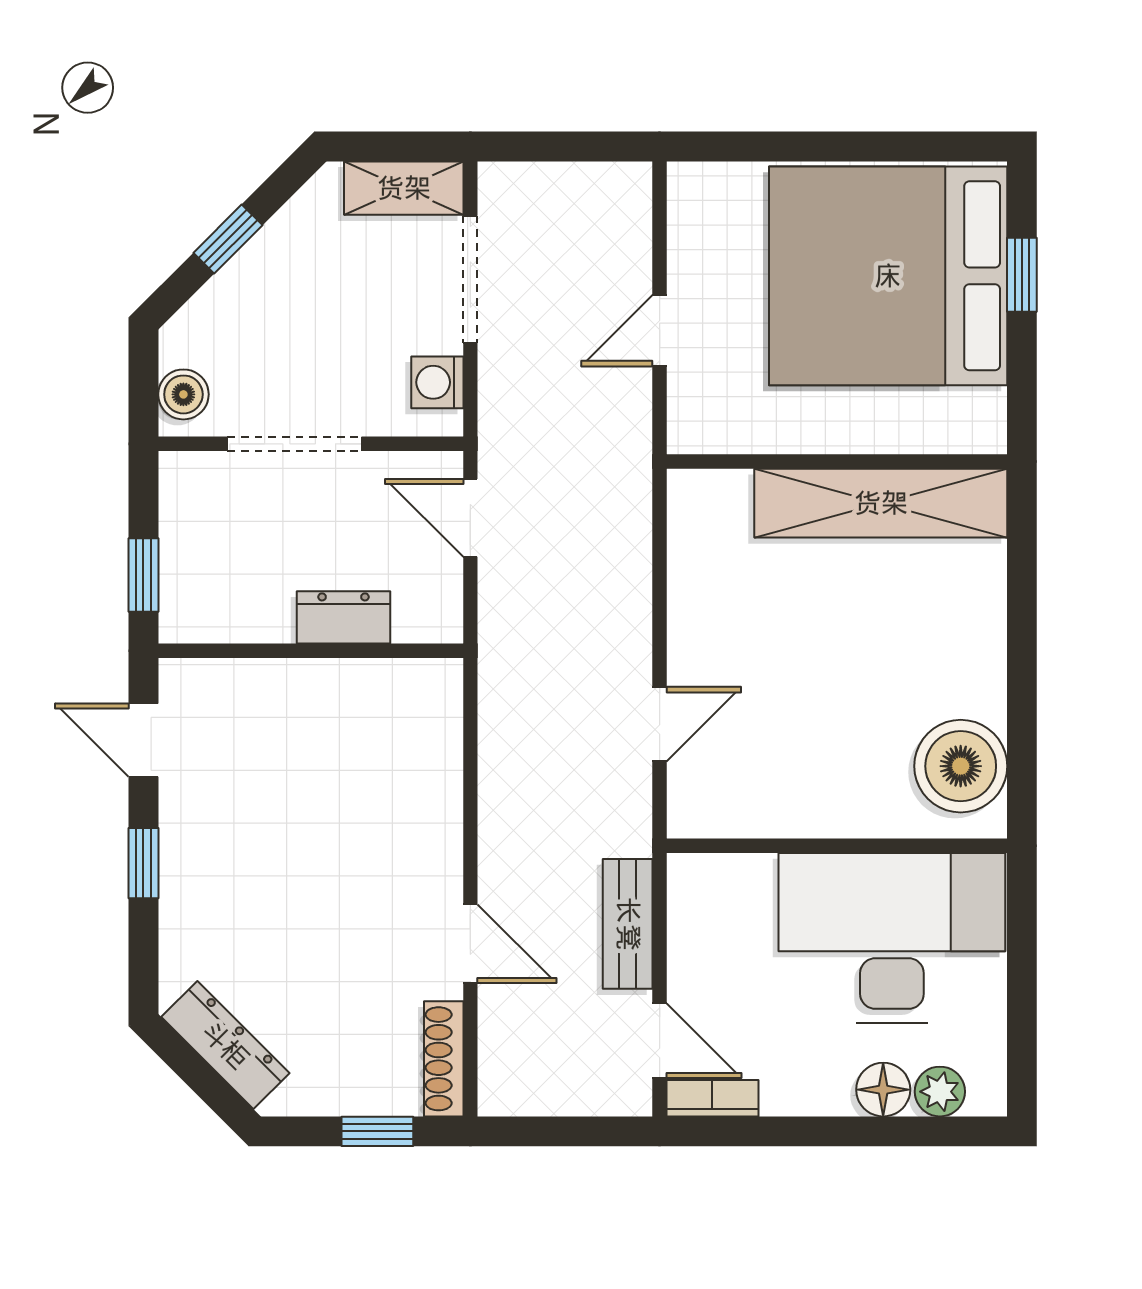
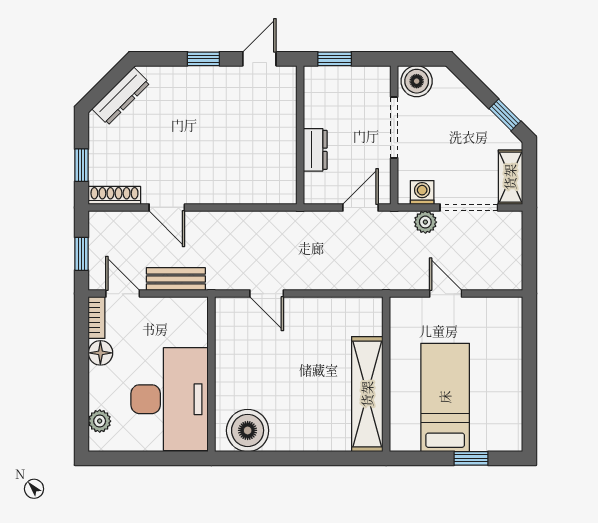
window: (228, 239) -> (505, 115), moved
bed: (888, 276) -> (445, 397), width x0.49
plant: (502, 375) -> (425, 222), added
boiler: (183, 394) -> (417, 81), width x1.36, depth x1.36
door: (470, 944) -> (167, 207), hinge flipped
door: (660, 1041) -> (123, 294), swing flipped
floor lamp: (883, 1090) -> (100, 353), moved
window: (572, 1131) -> (82, 254), added

